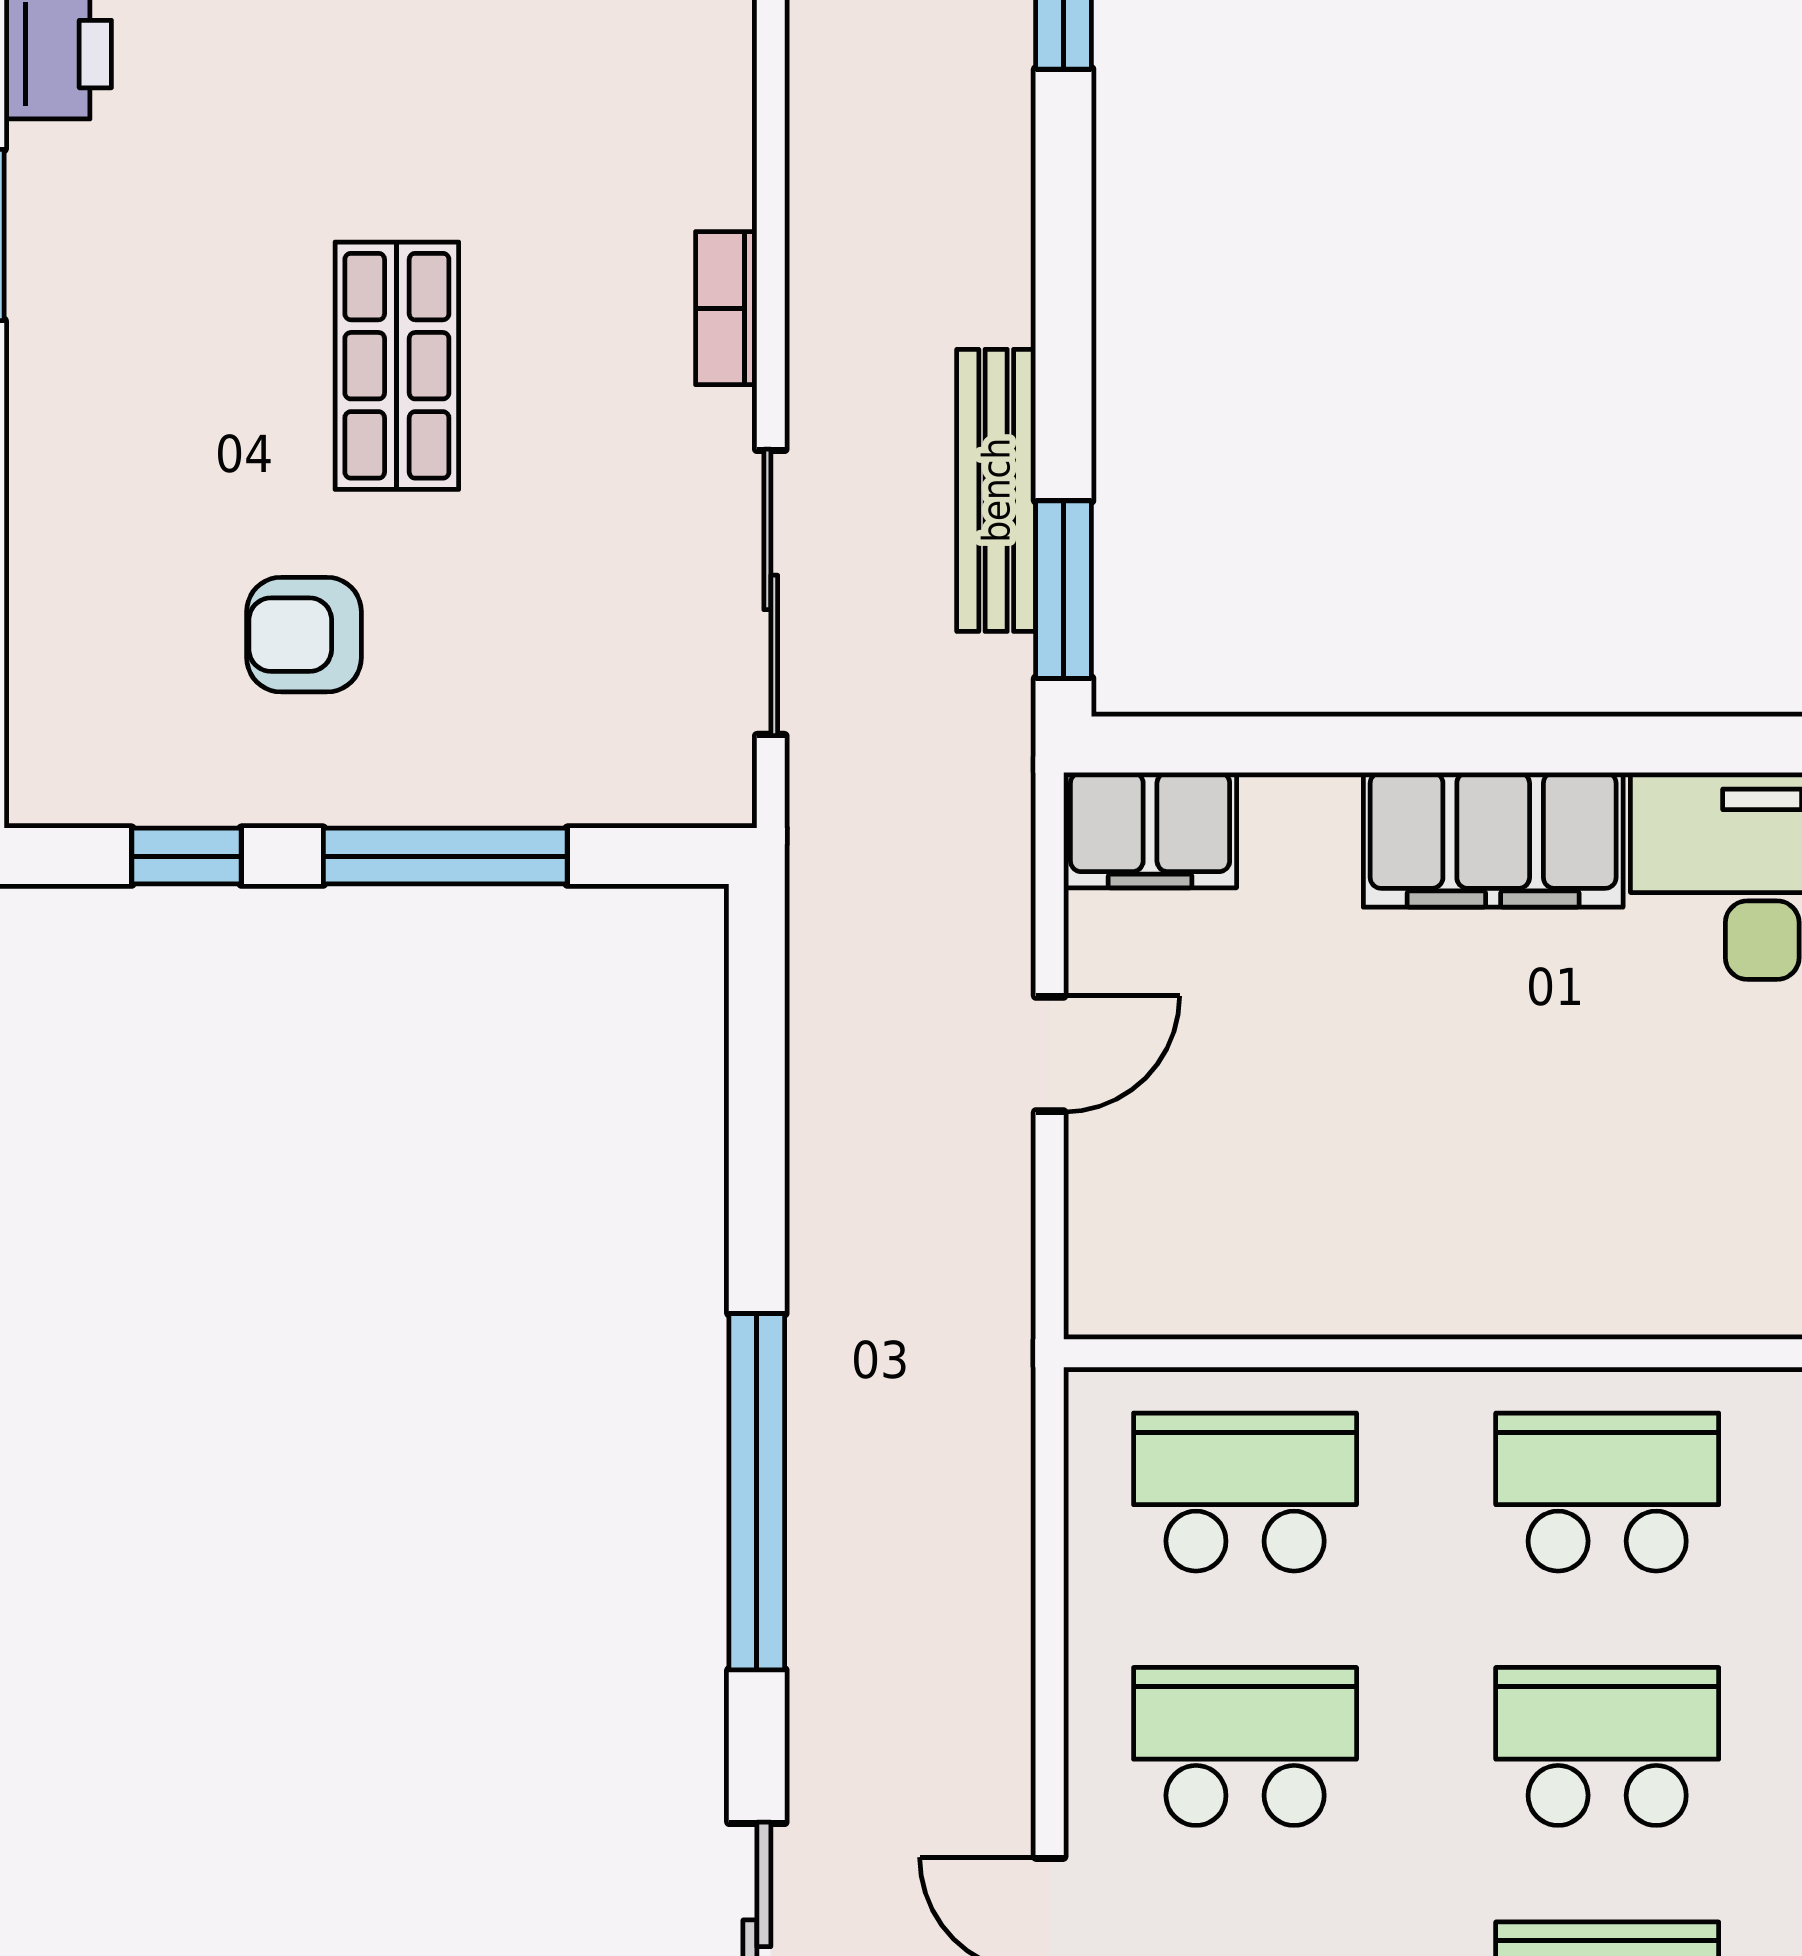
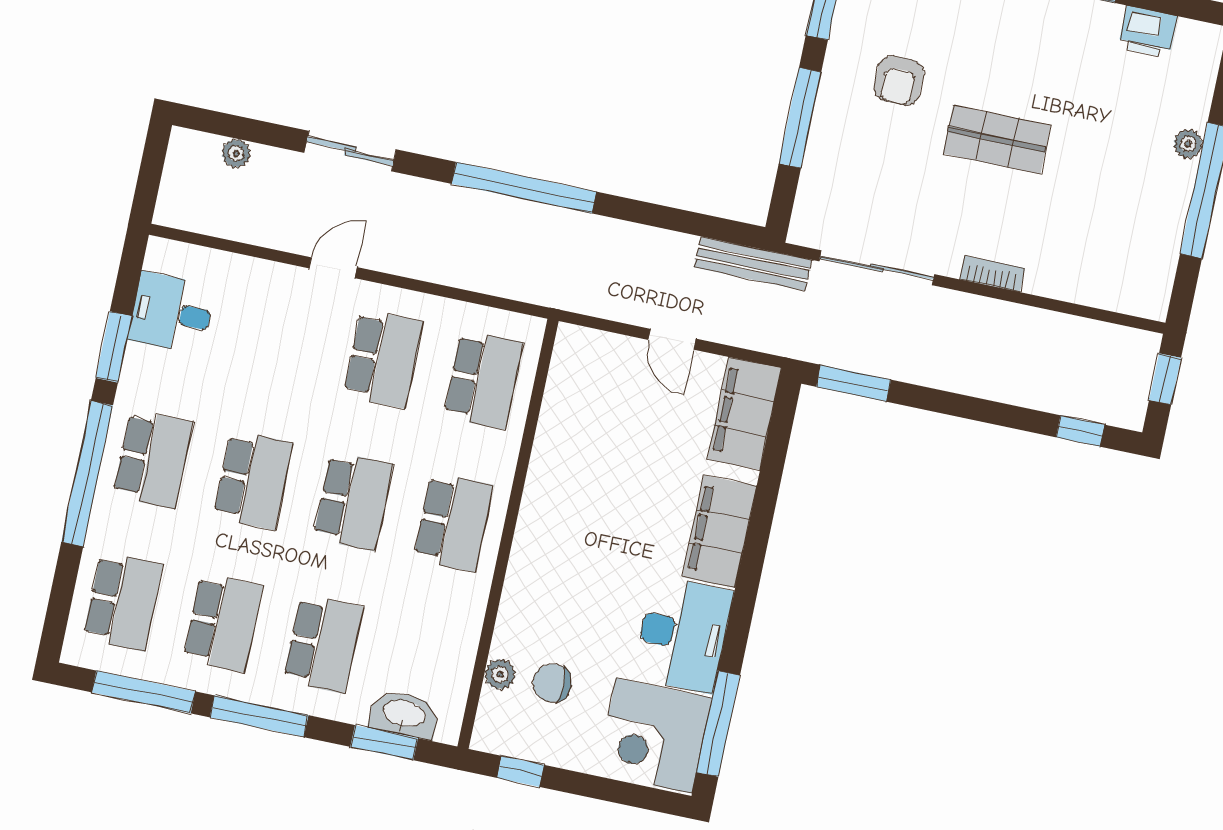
bench: (996, 490) -> (753, 264), moved
armchair: (304, 635) -> (899, 81), turned 180
filing cabinet: (1150, 830) -> (744, 414), width x1.50, depth x1.17

